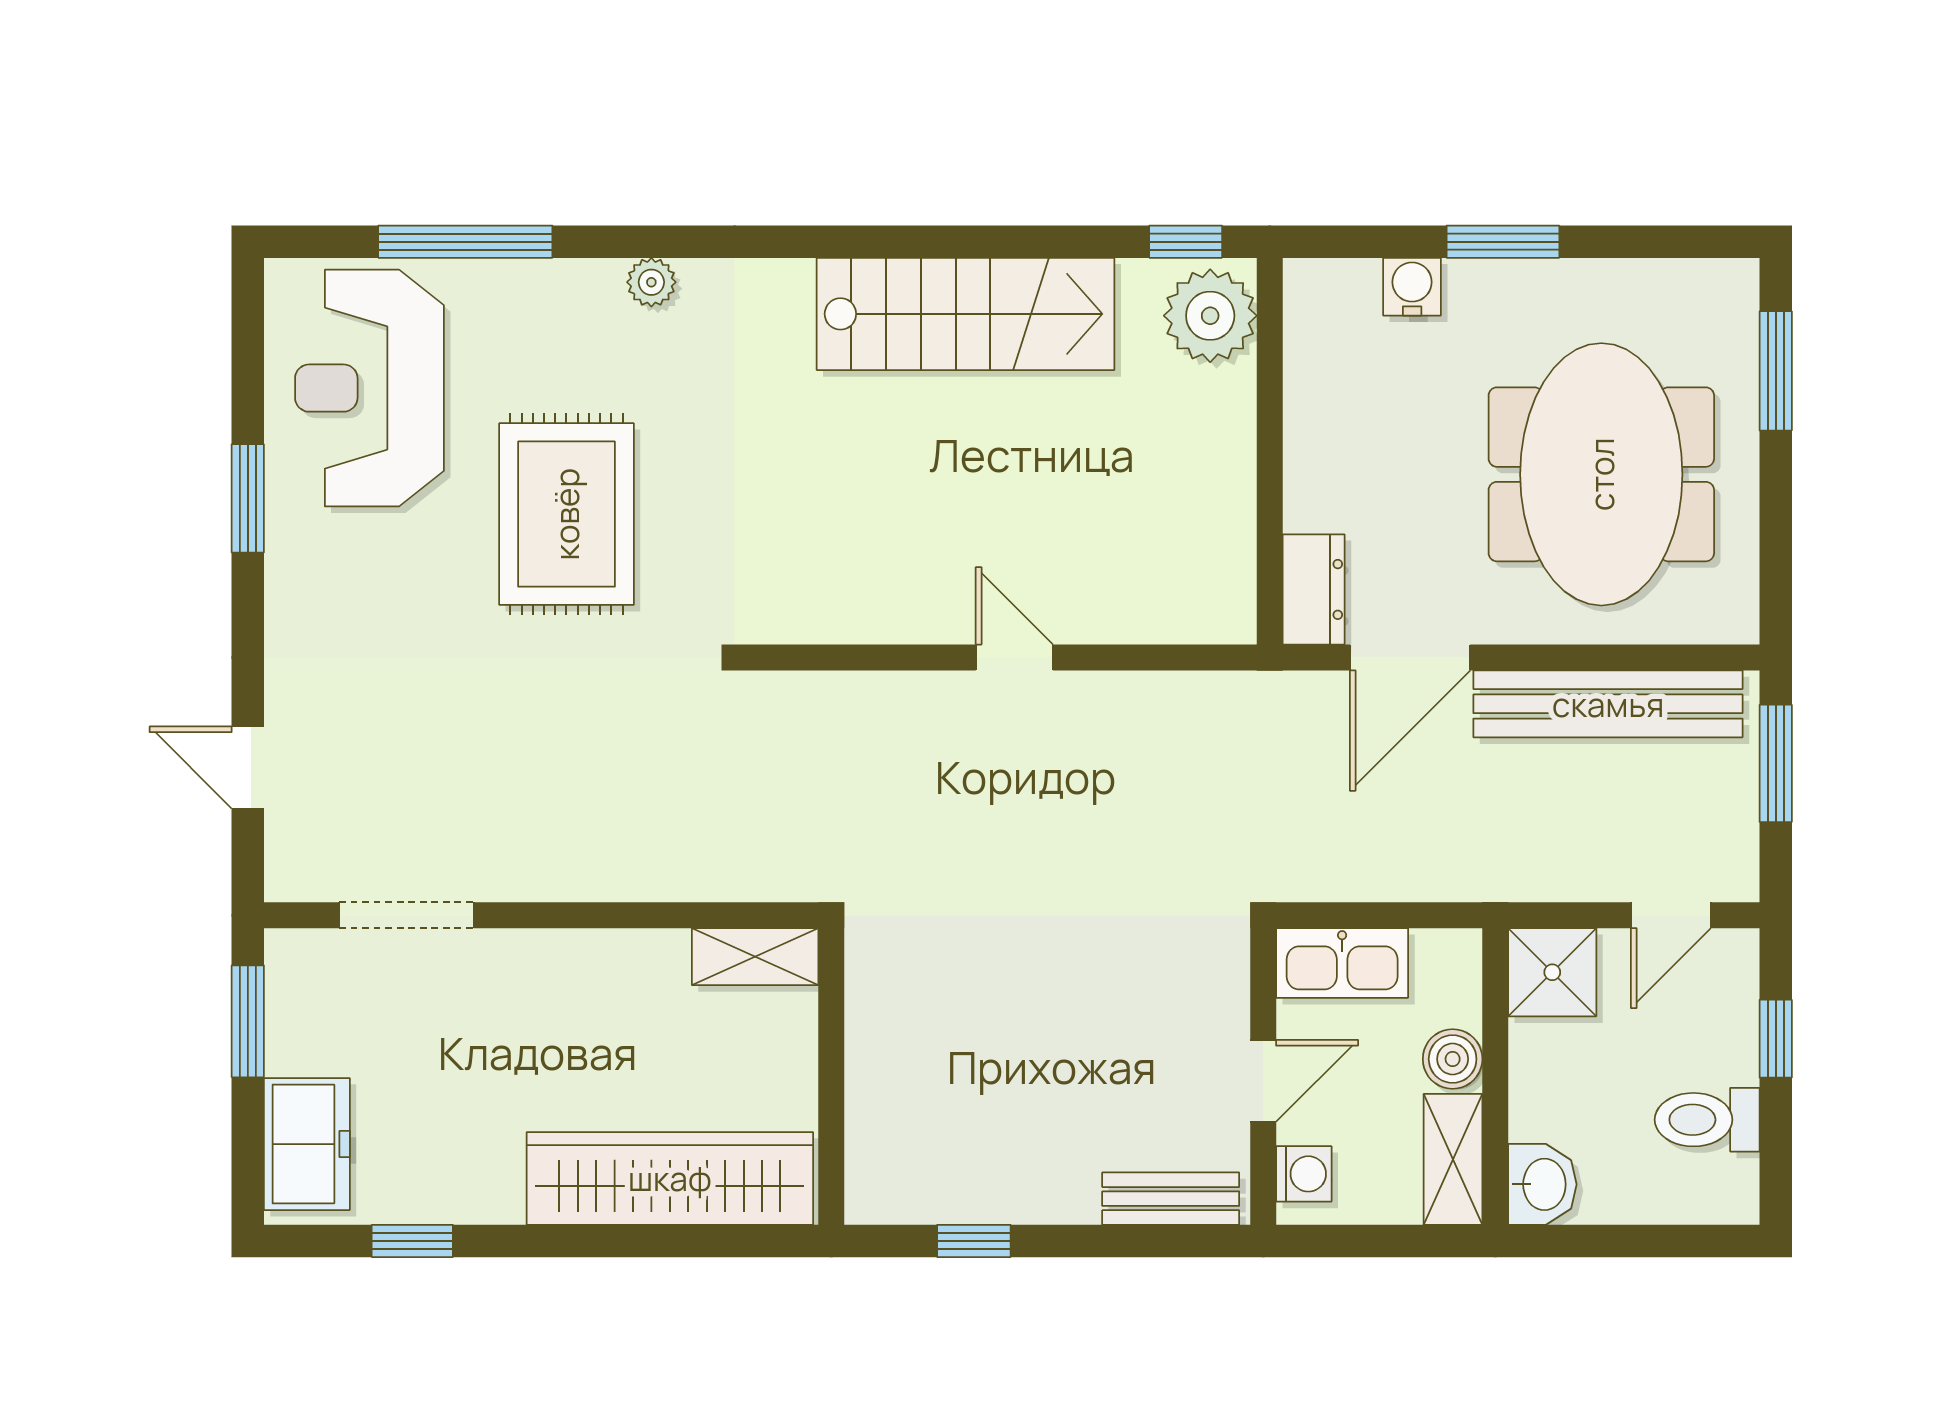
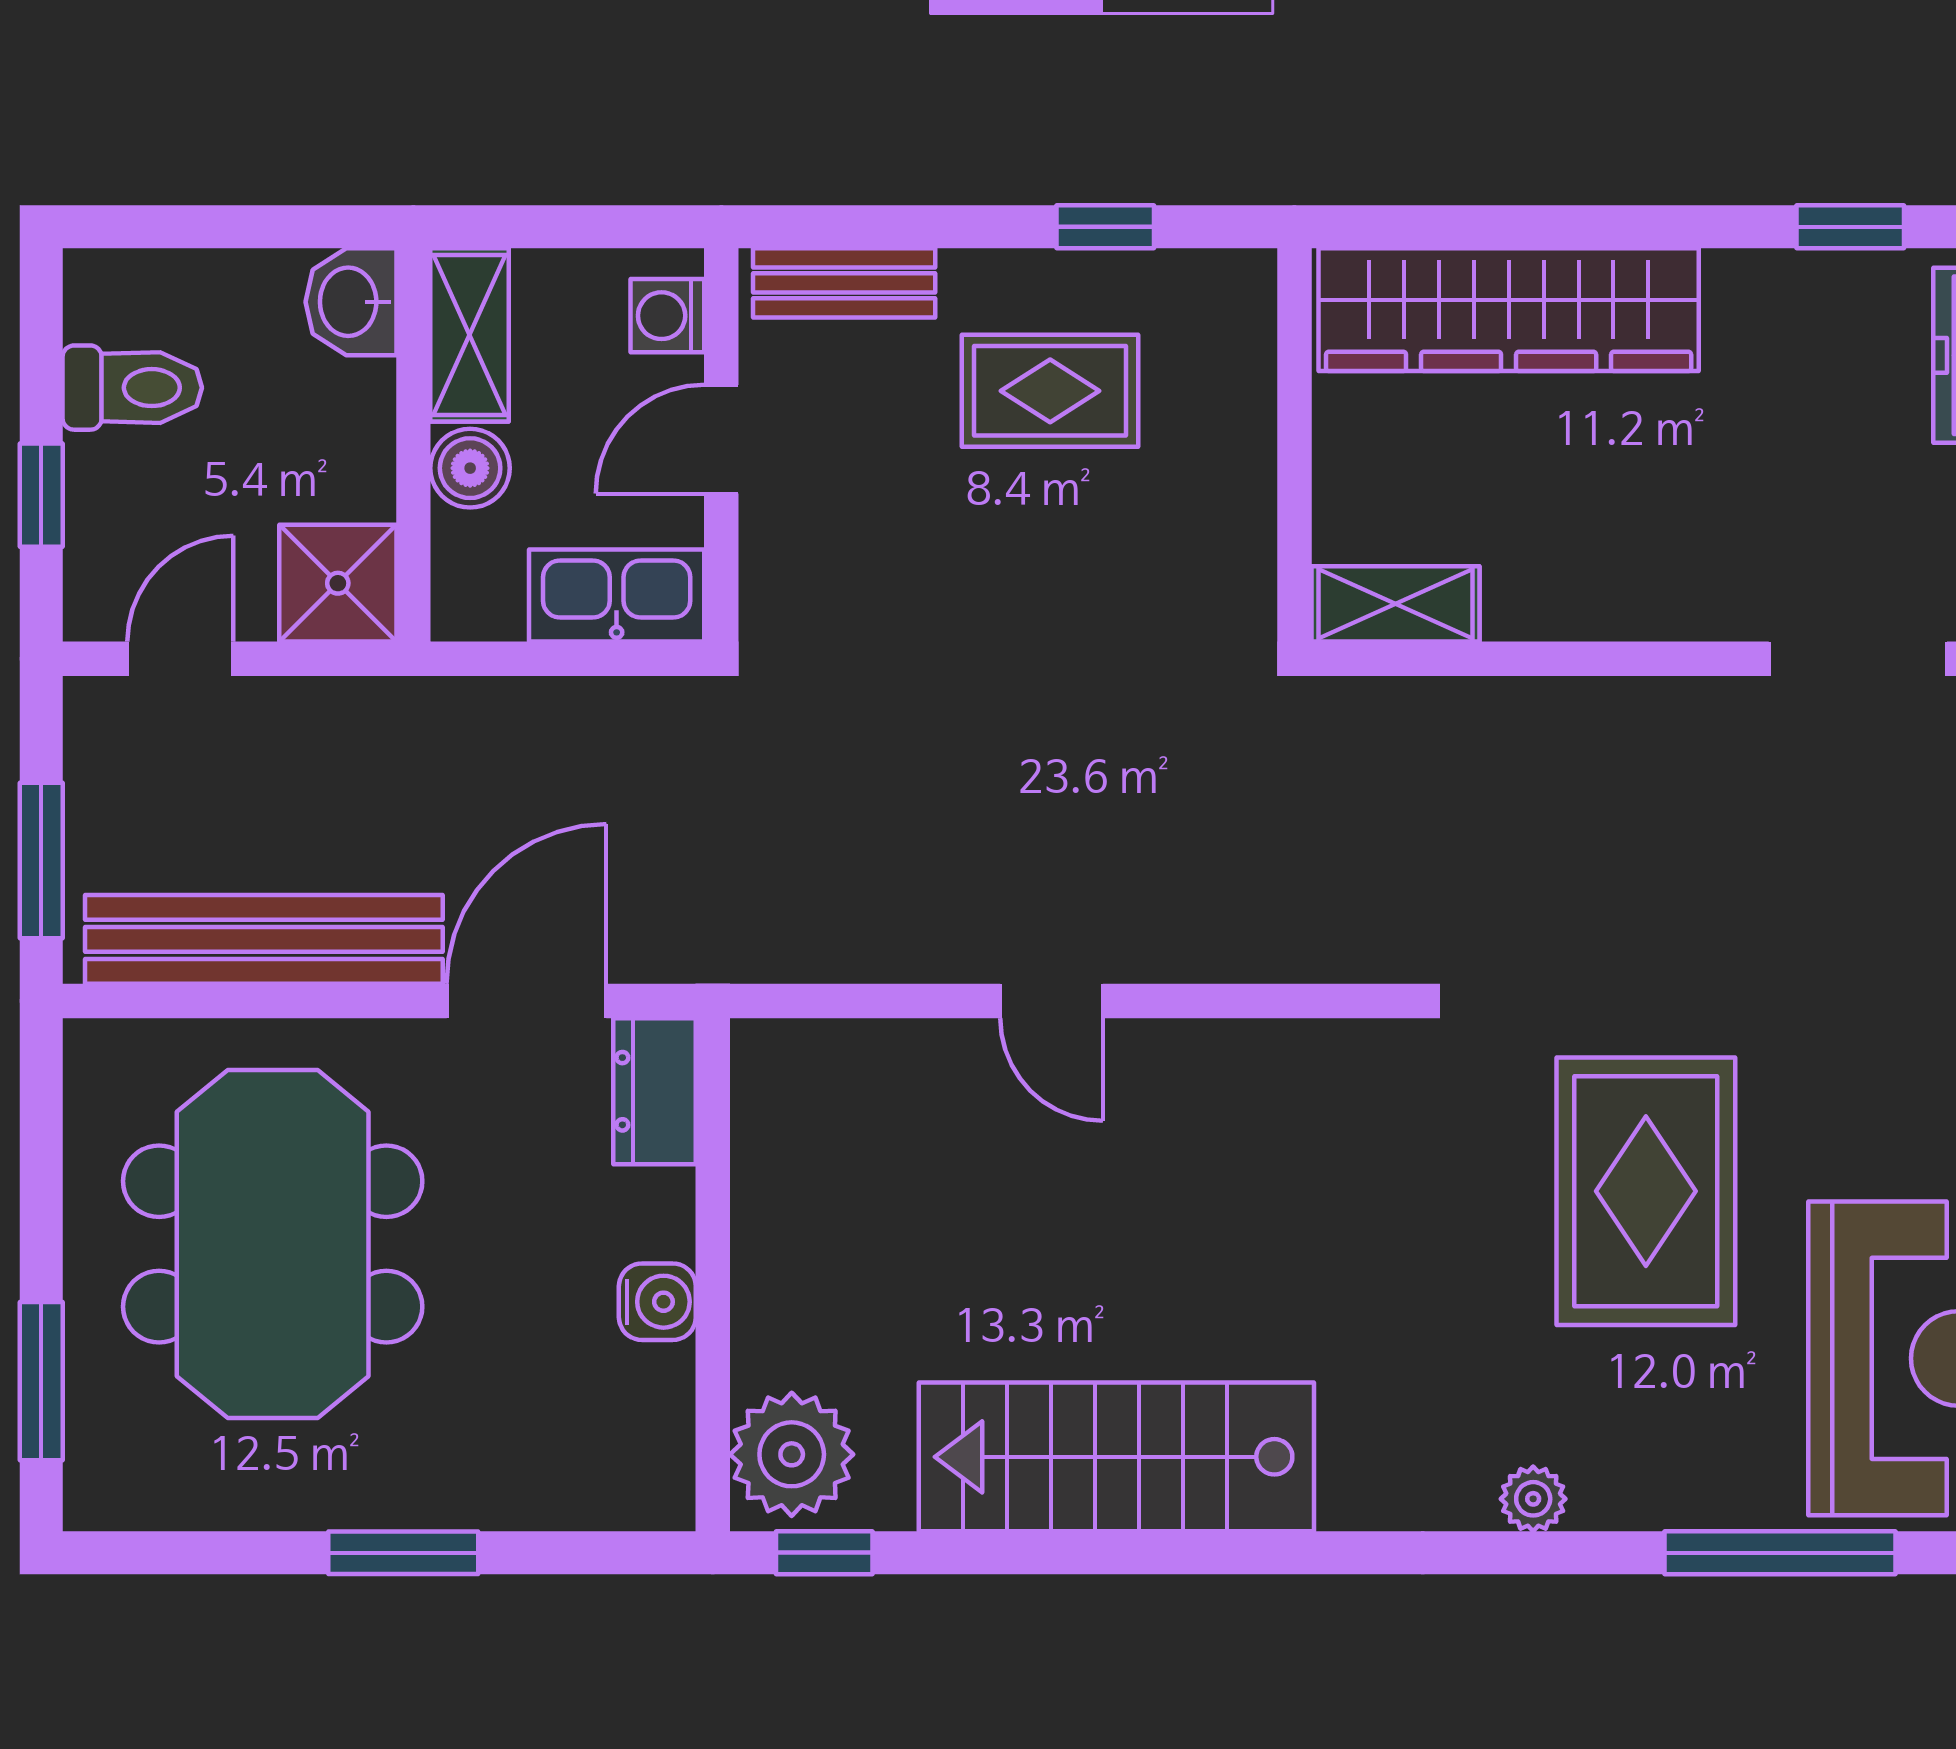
water cooler: (1412, 287) -> (657, 1302), moved, turned -90
rug: (1015, 1117) -> (1050, 391), added

